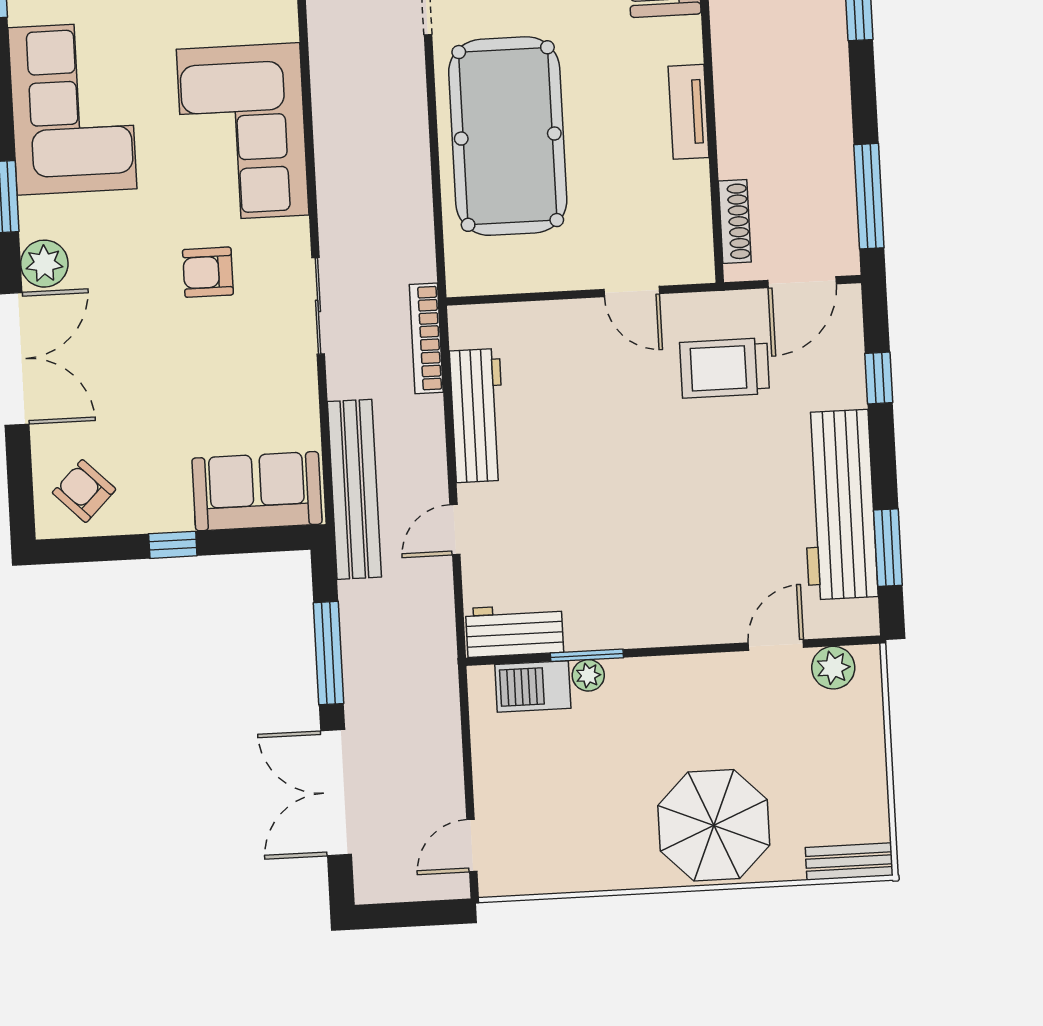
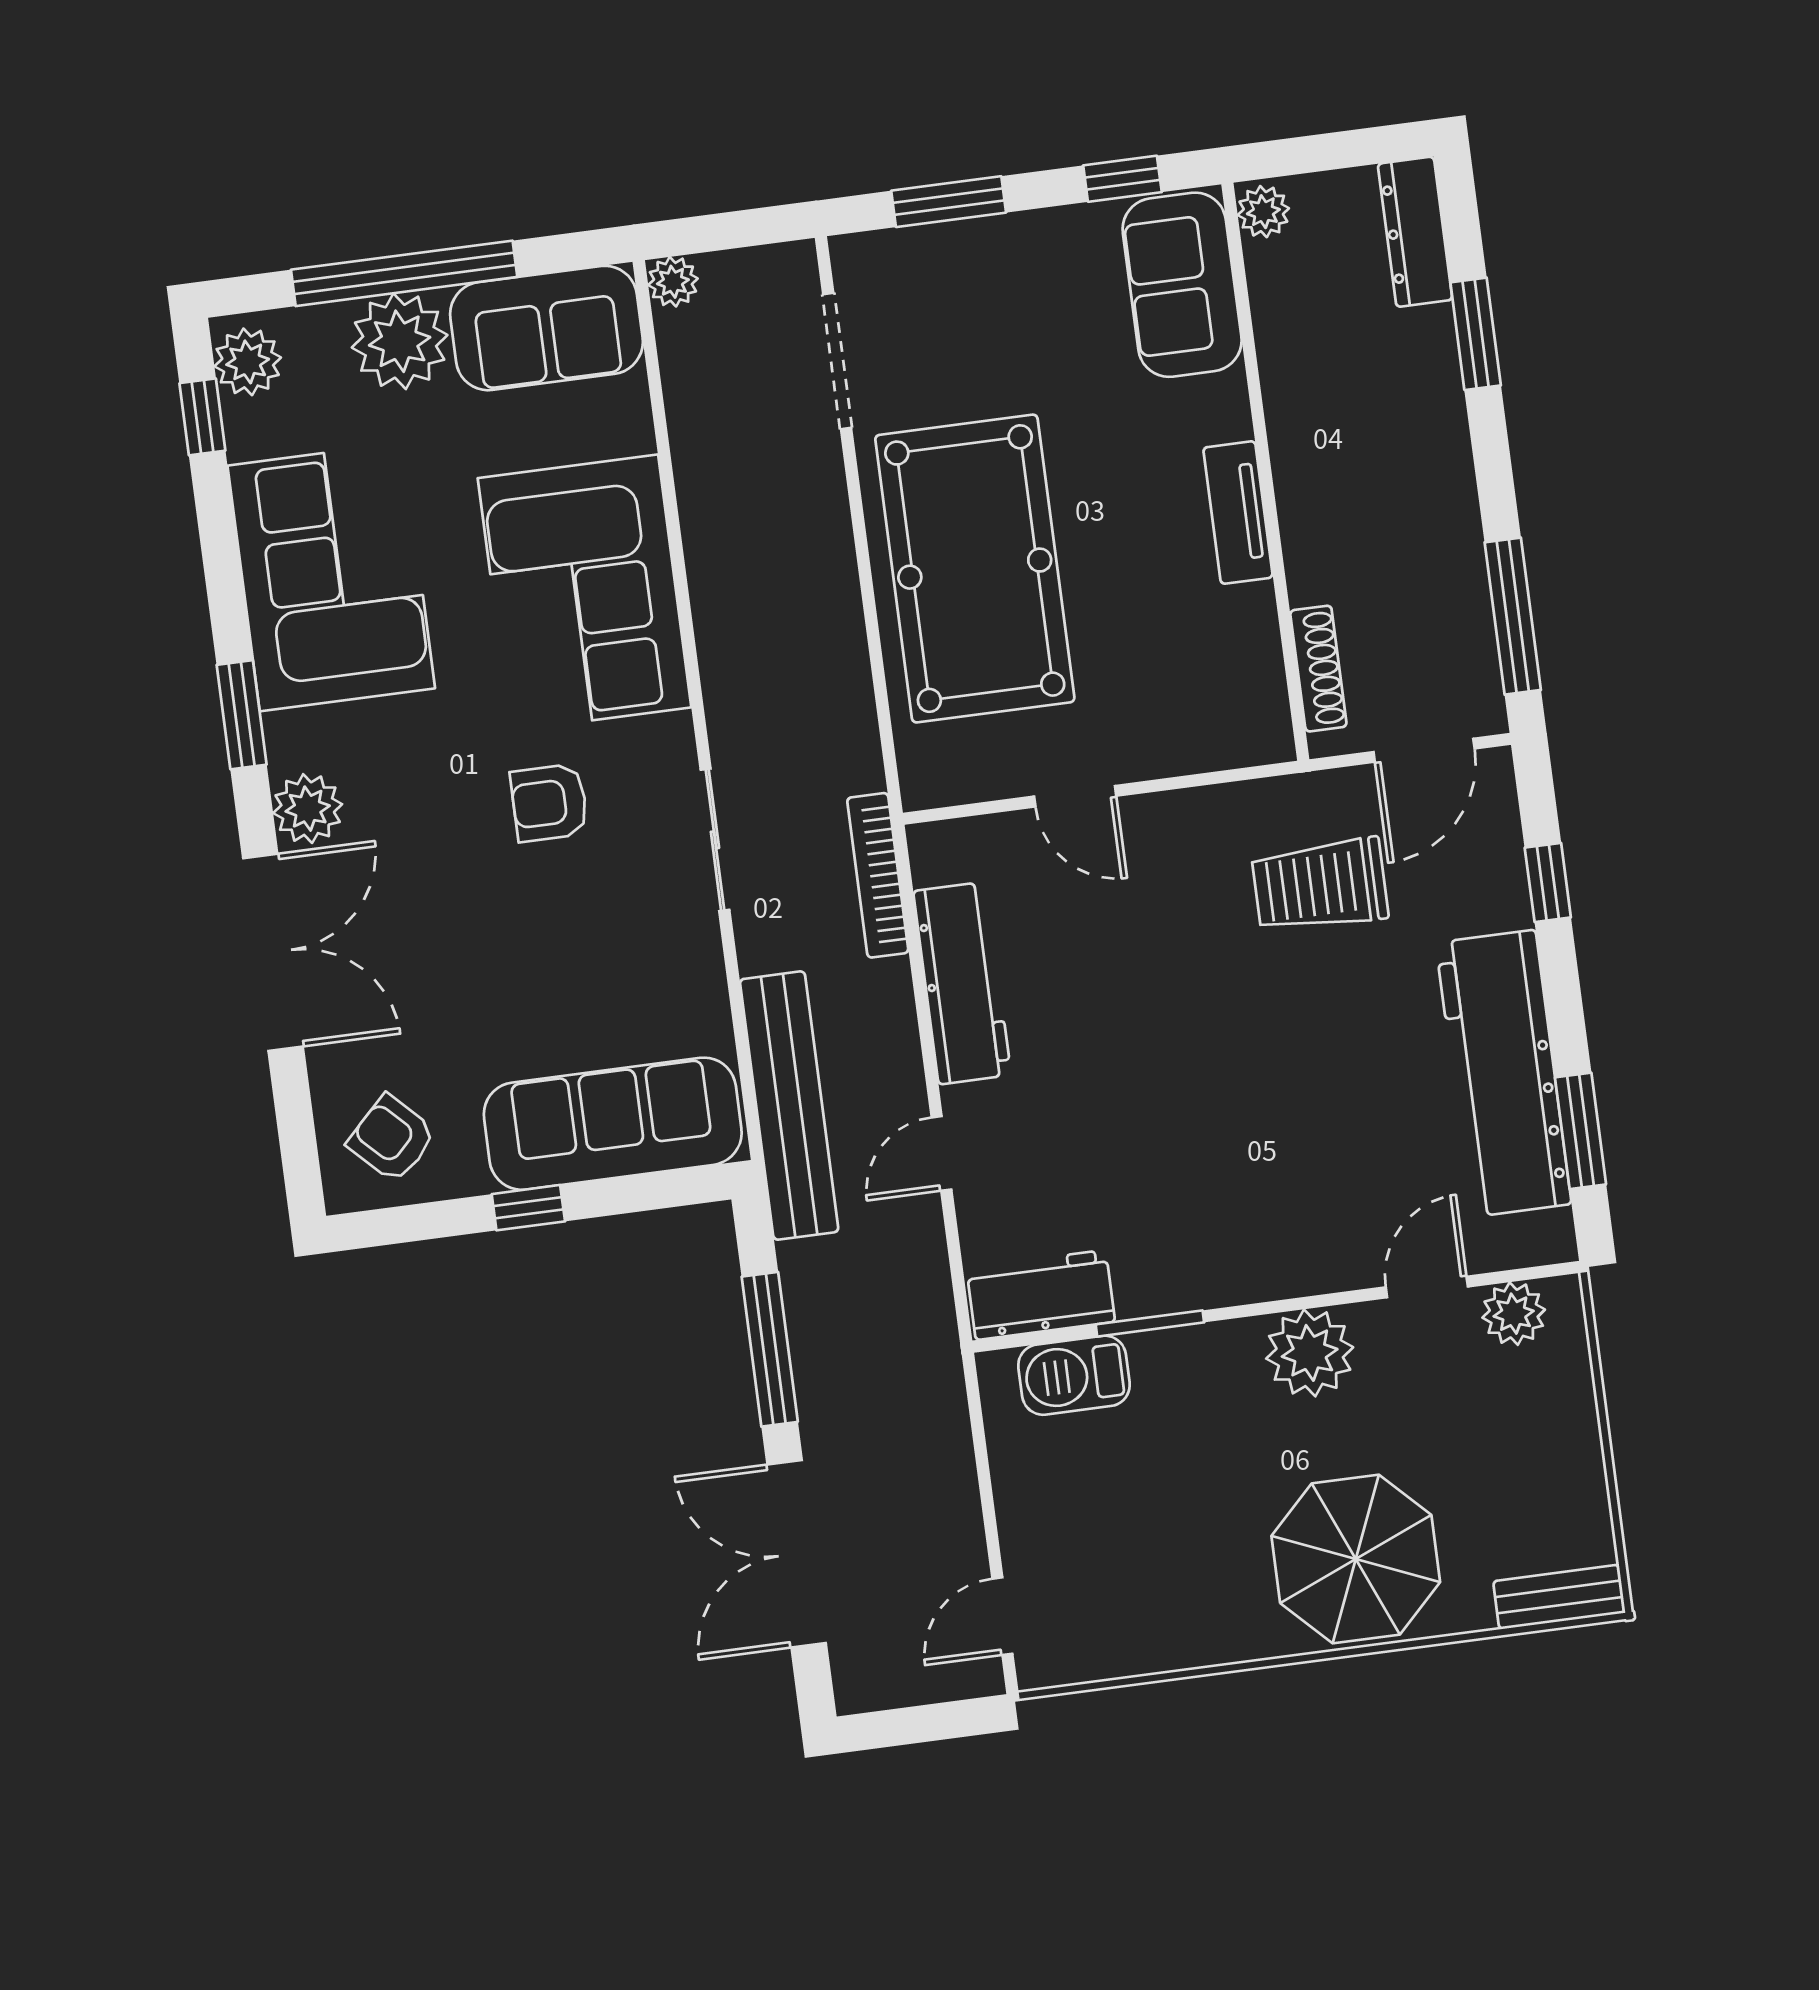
door: (632, 291) -> (1075, 796), moved
sofa: (257, 491) -> (613, 1124), width x1.36
plant: (588, 675) -> (1310, 1353), moved, width x1.87, depth x1.87

